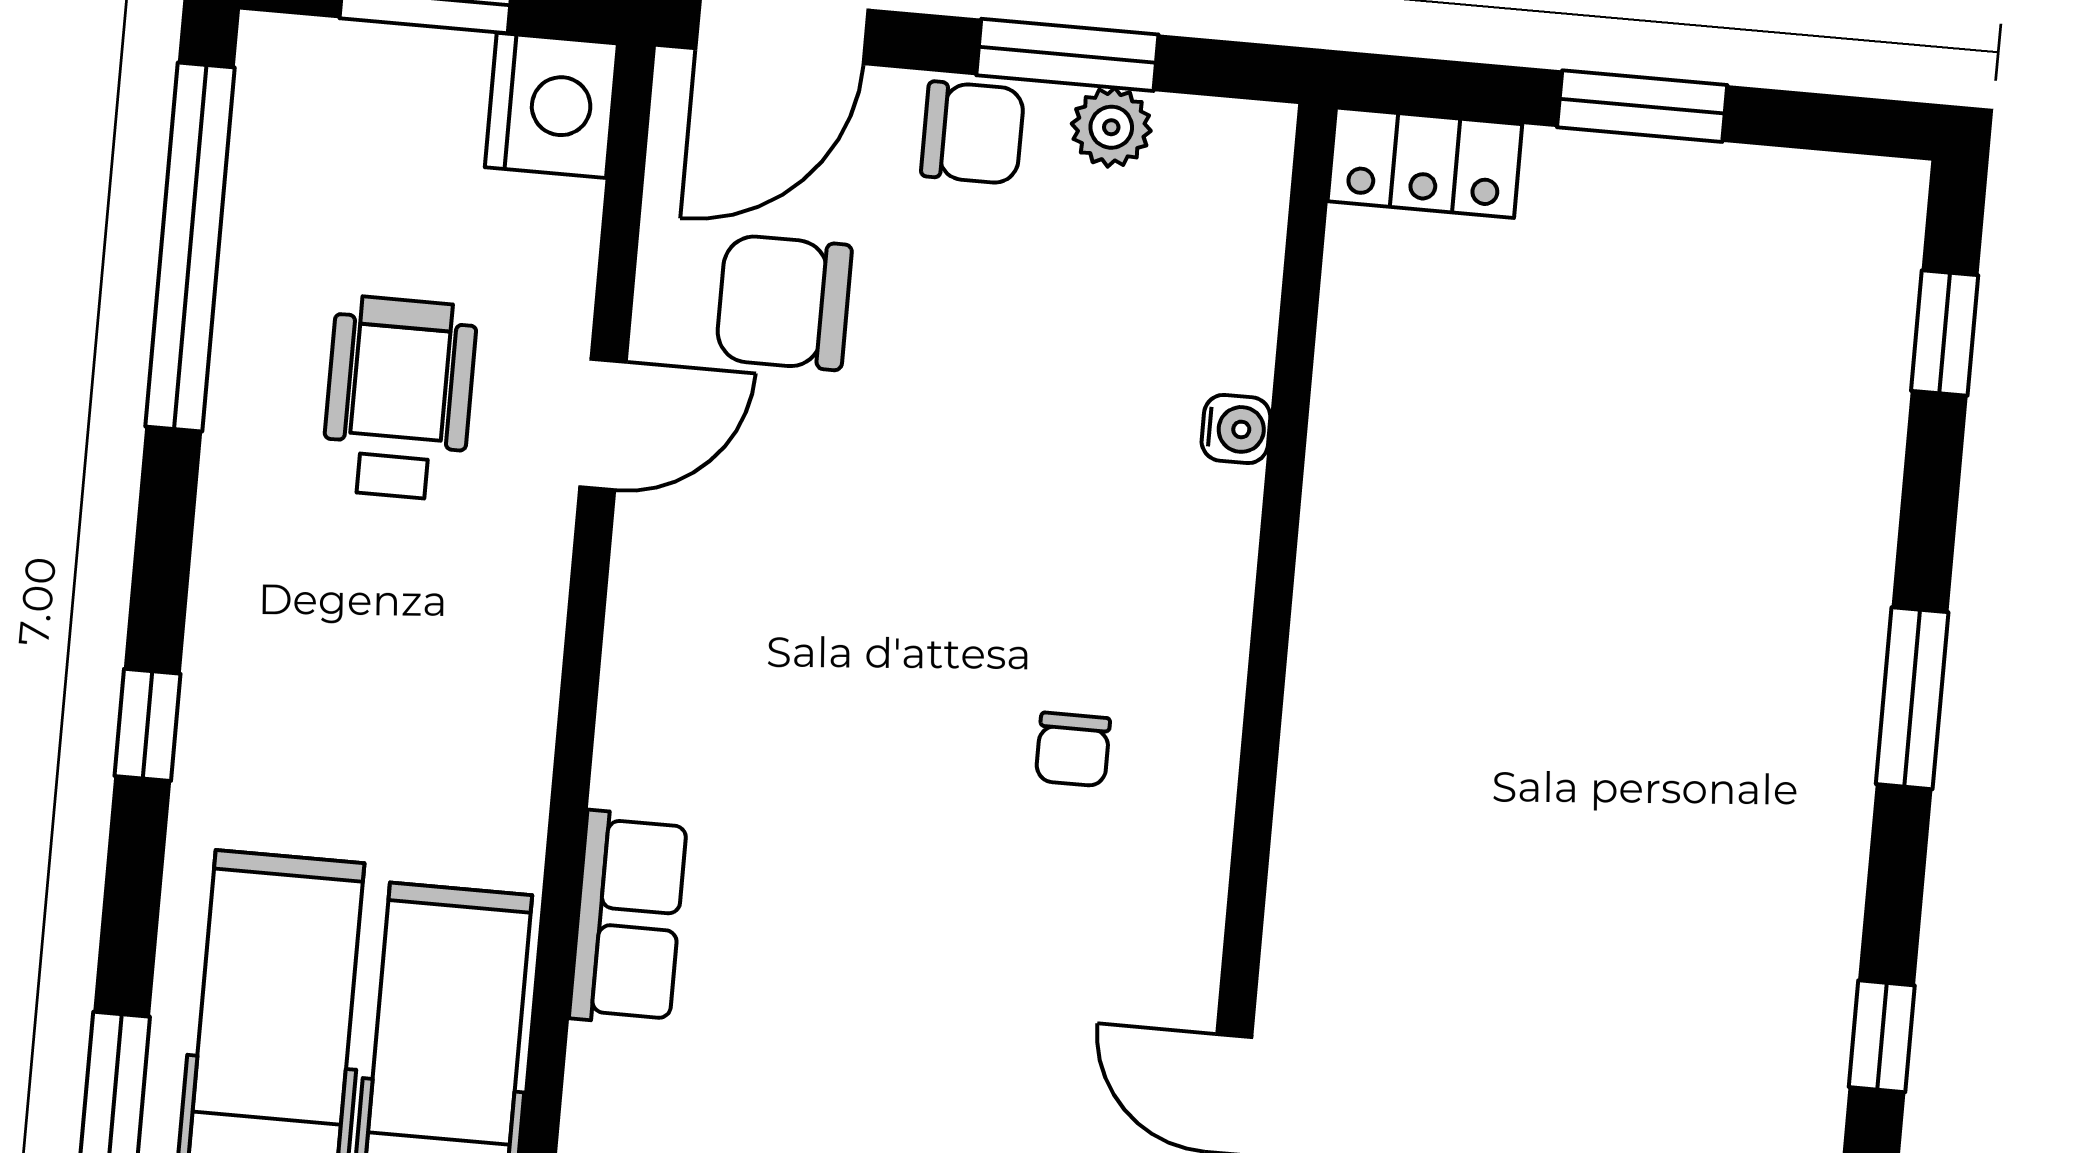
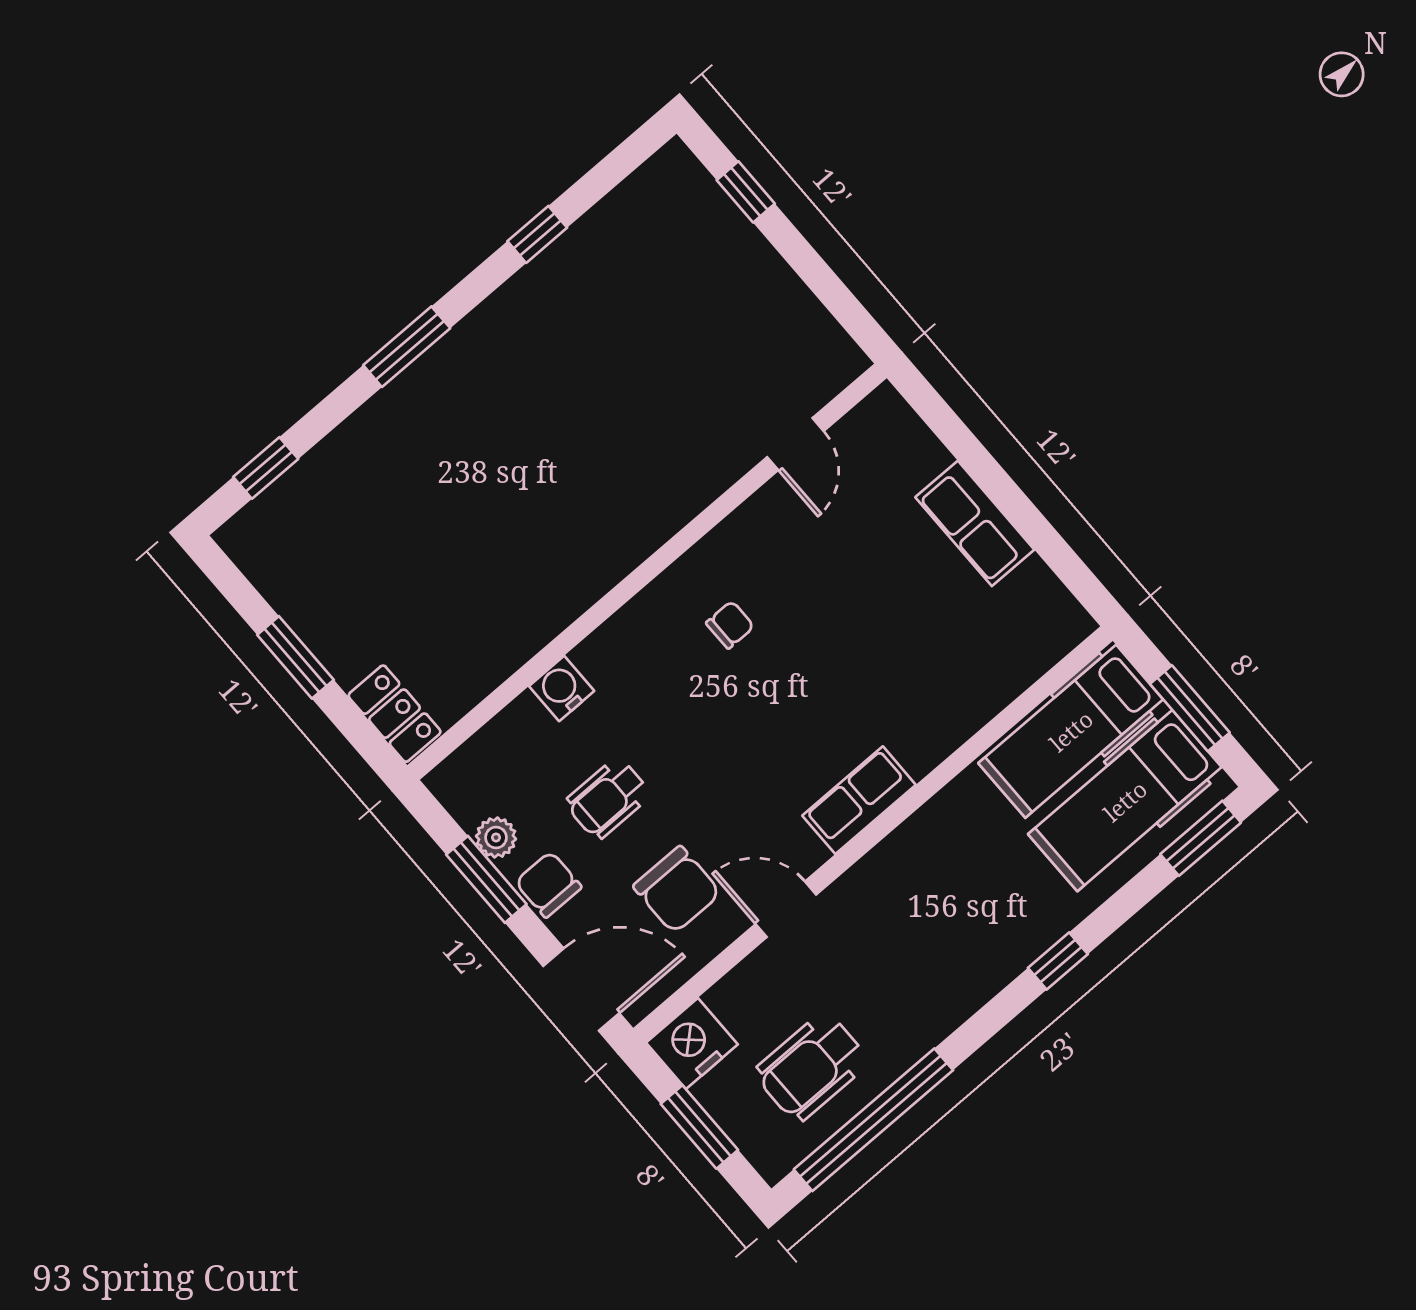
wheelchair: (1007, 336) -> (608, 798), added
wheelchair: (399, 398) -> (811, 1067), moved
water cooler: (1236, 429) -> (562, 689), width x1.38, depth x1.38
row of seats: (628, 918) -> (859, 800), moved

